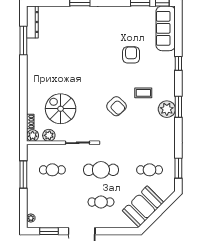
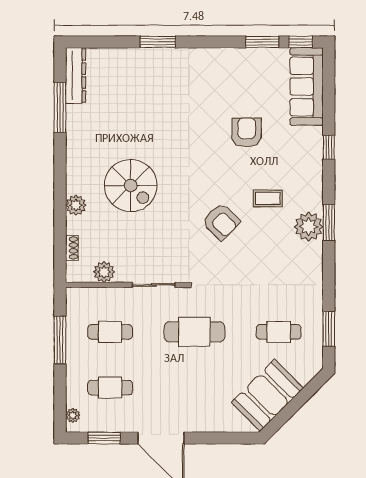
spiral stairs: (61, 109) -> (131, 186), moved, turned 180
plant: (33, 136) -> (76, 205), moved
cafe table: (101, 202) -> (110, 388), moved

